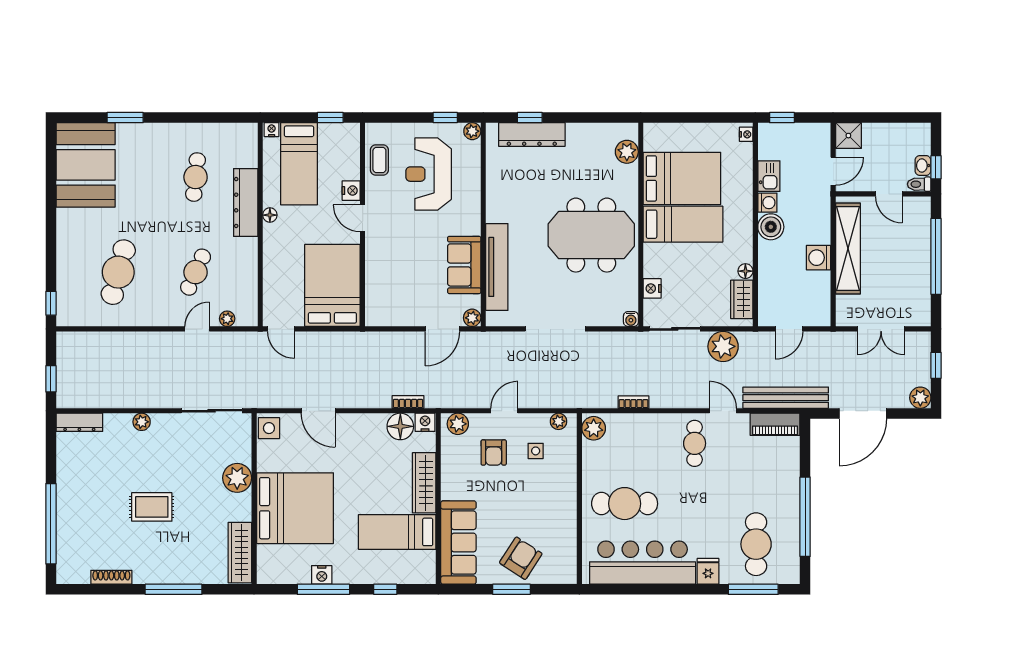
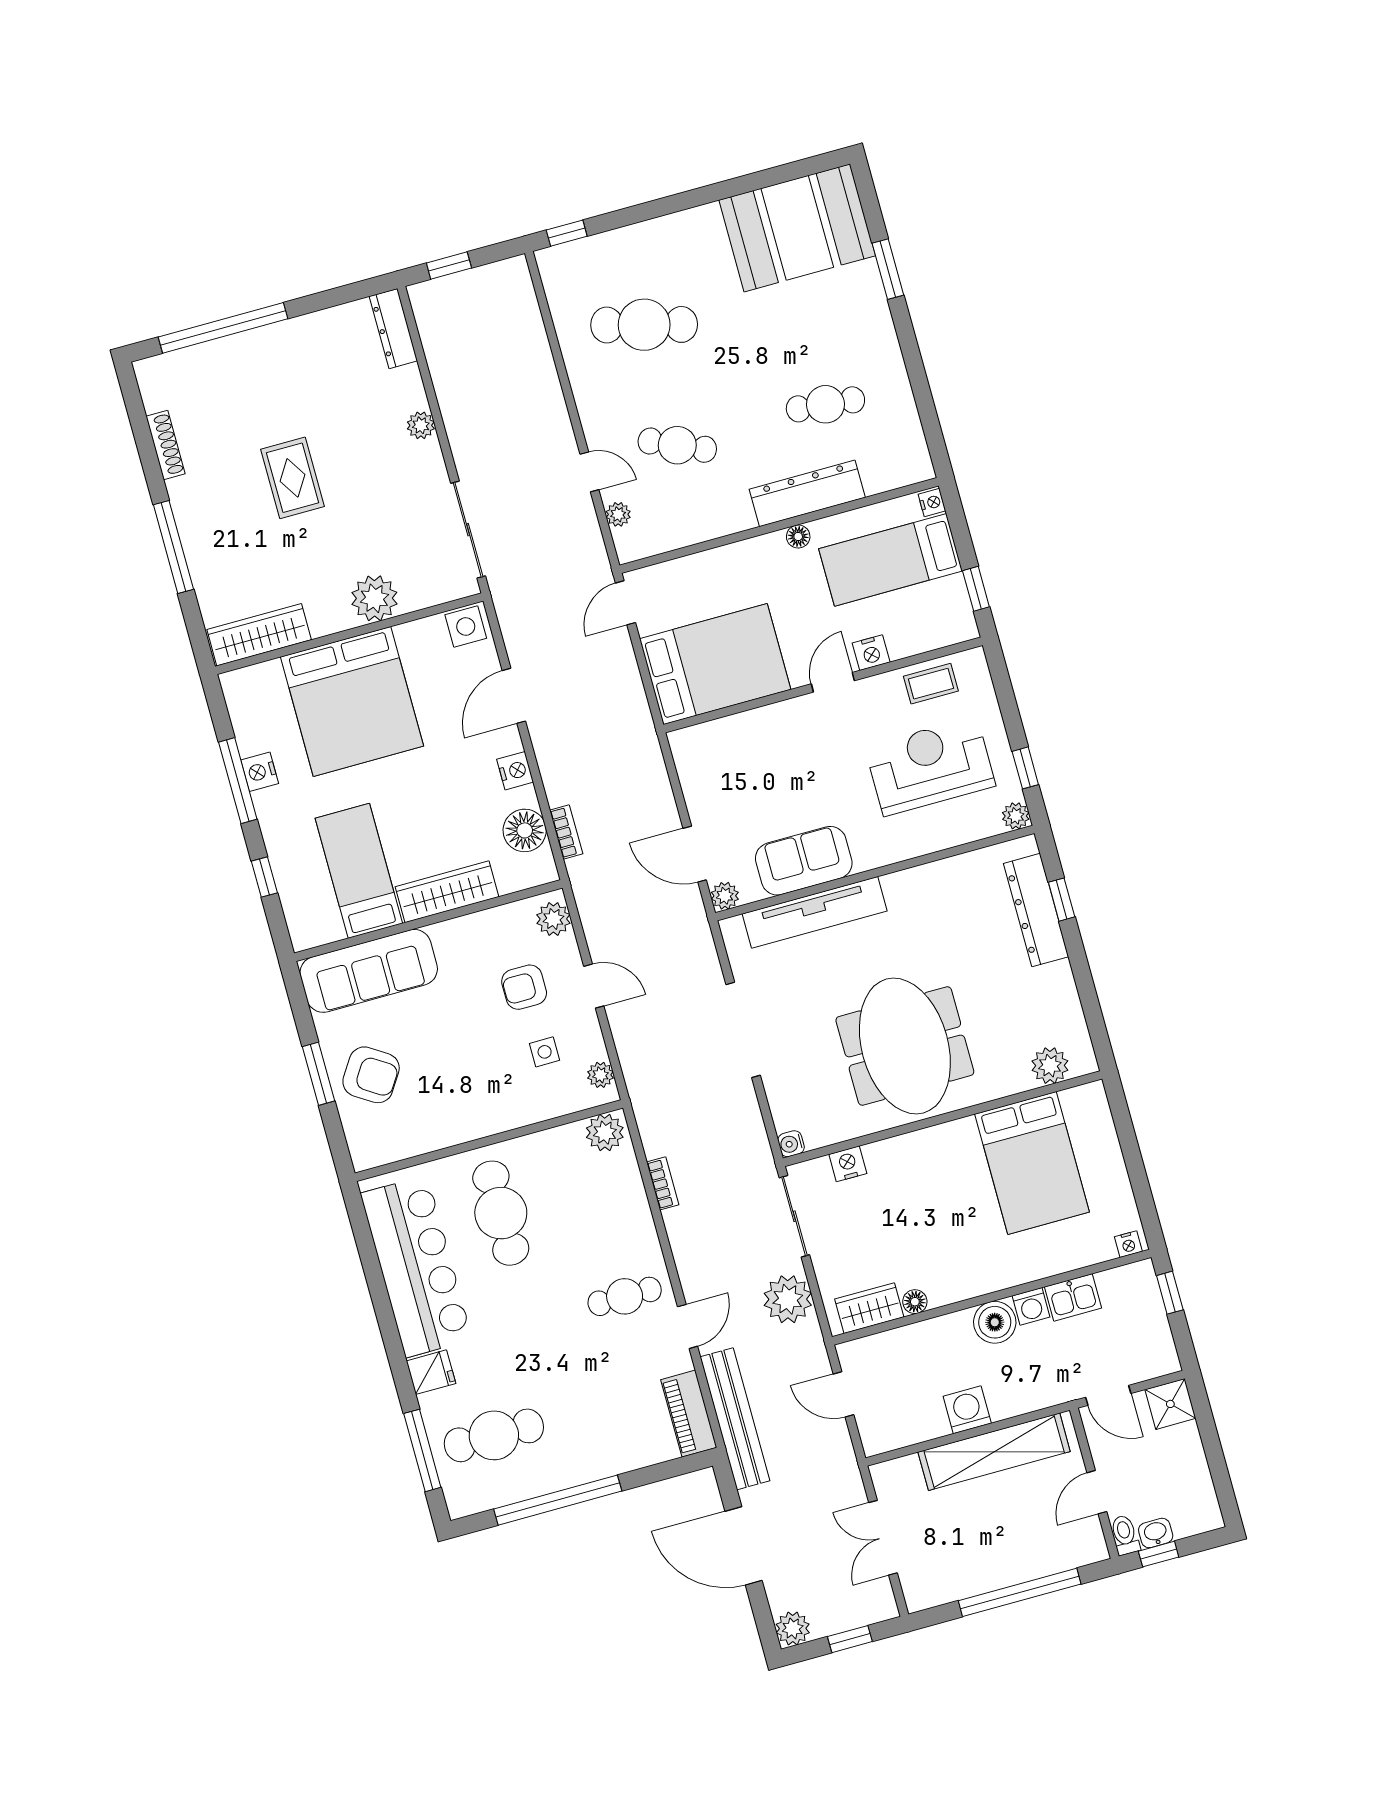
bed: (683, 224) -> (961, 1184), removed
nightstand: (425, 422) -> (515, 771), moved

